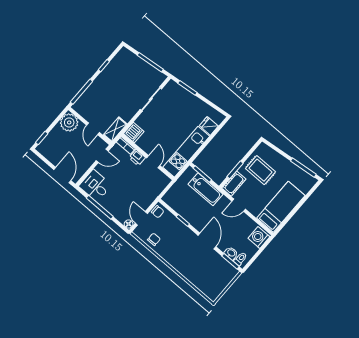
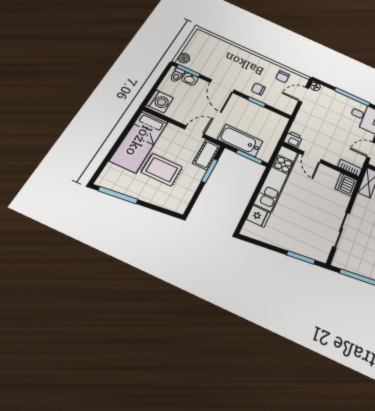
printer: (137, 158) -> (293, 139), moved
rug: (260, 170) -> (162, 170), moved
chair: (158, 212) -> (258, 89), moved
door: (141, 218) -> (304, 95), swing flipped
plant: (231, 274) -> (184, 58), added

